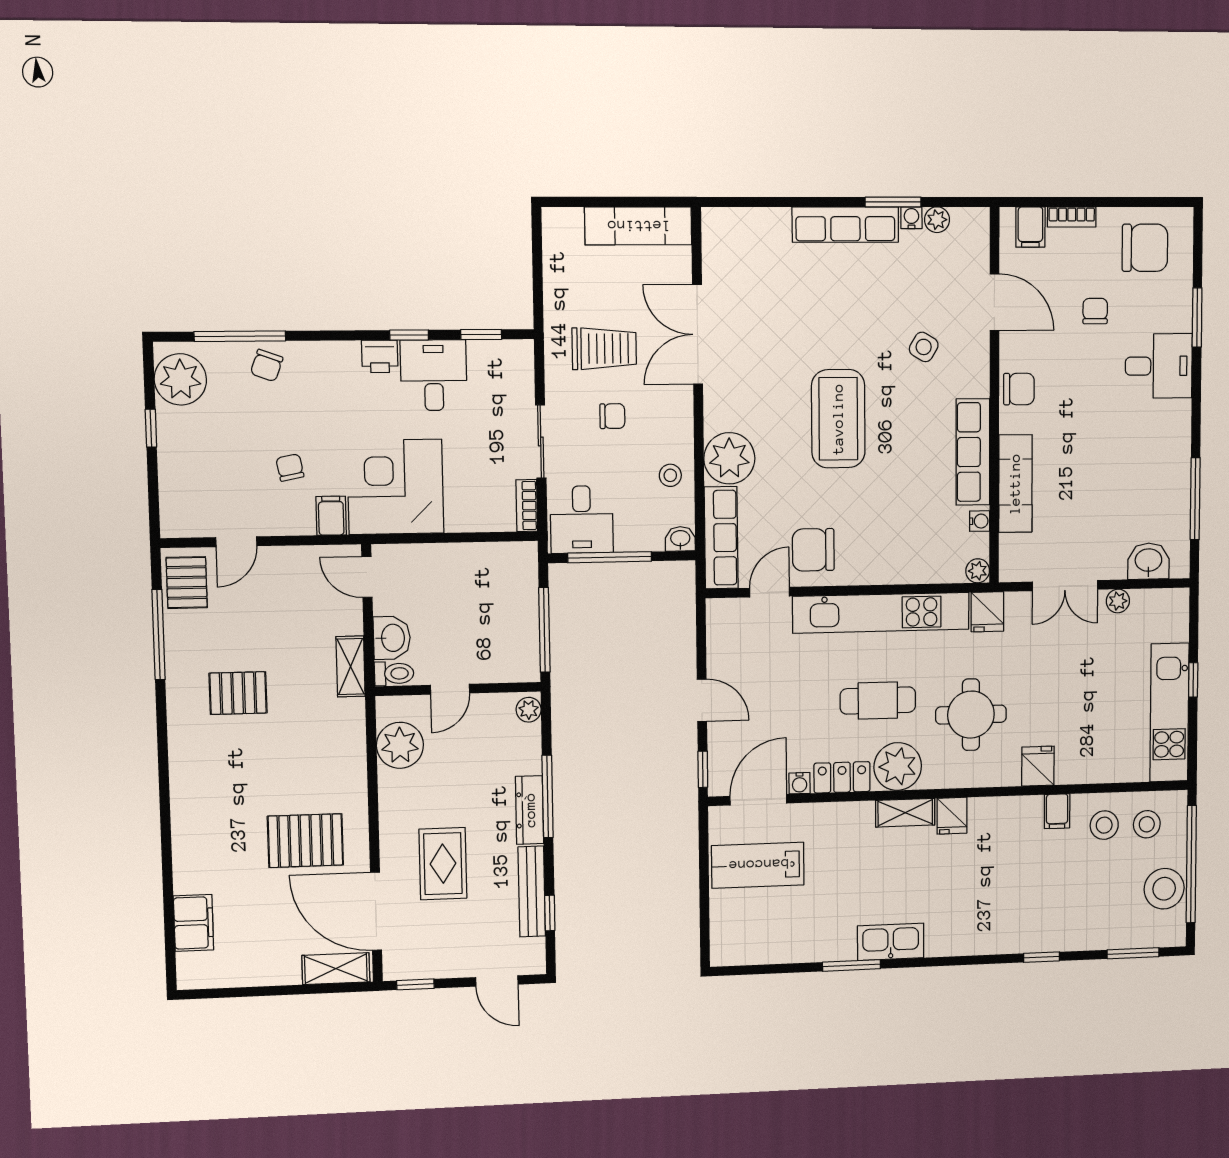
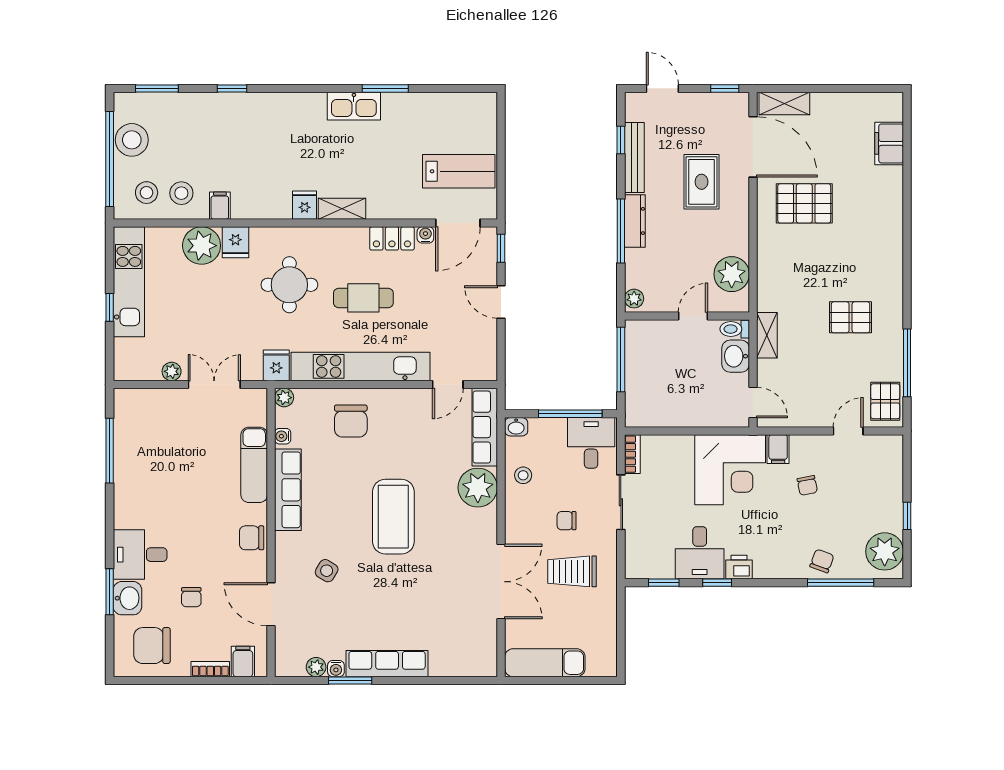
chair: (813, 550) -> (351, 421), moved, turned 90
washbasin: (1148, 561) -> (127, 598), moved, turned -90
plant: (898, 766) -> (202, 246), moved

